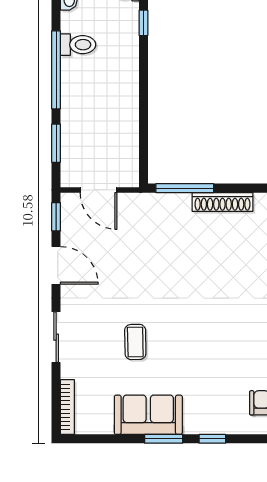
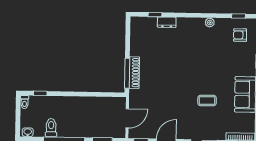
shoe rack: (223, 202) -> (134, 73), moved

